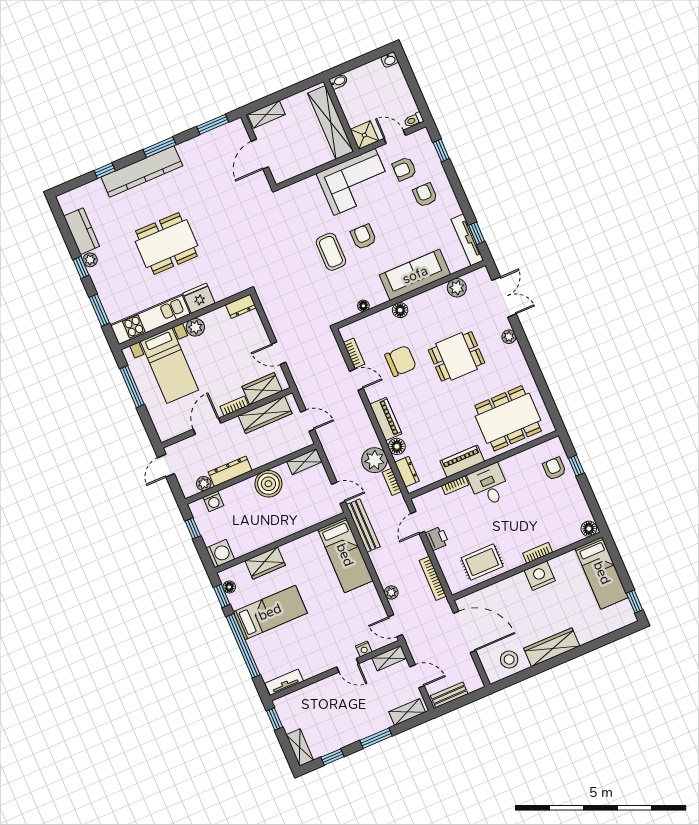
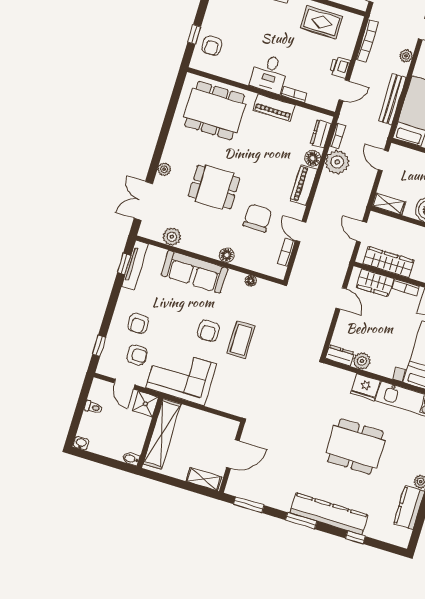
toilet: (414, 120) -> (93, 407), moved
plant: (195, 327) -> (362, 361), moved
chair: (401, 361) -> (257, 218), turned 90
bench: (363, 526) -> (392, 99), moved

